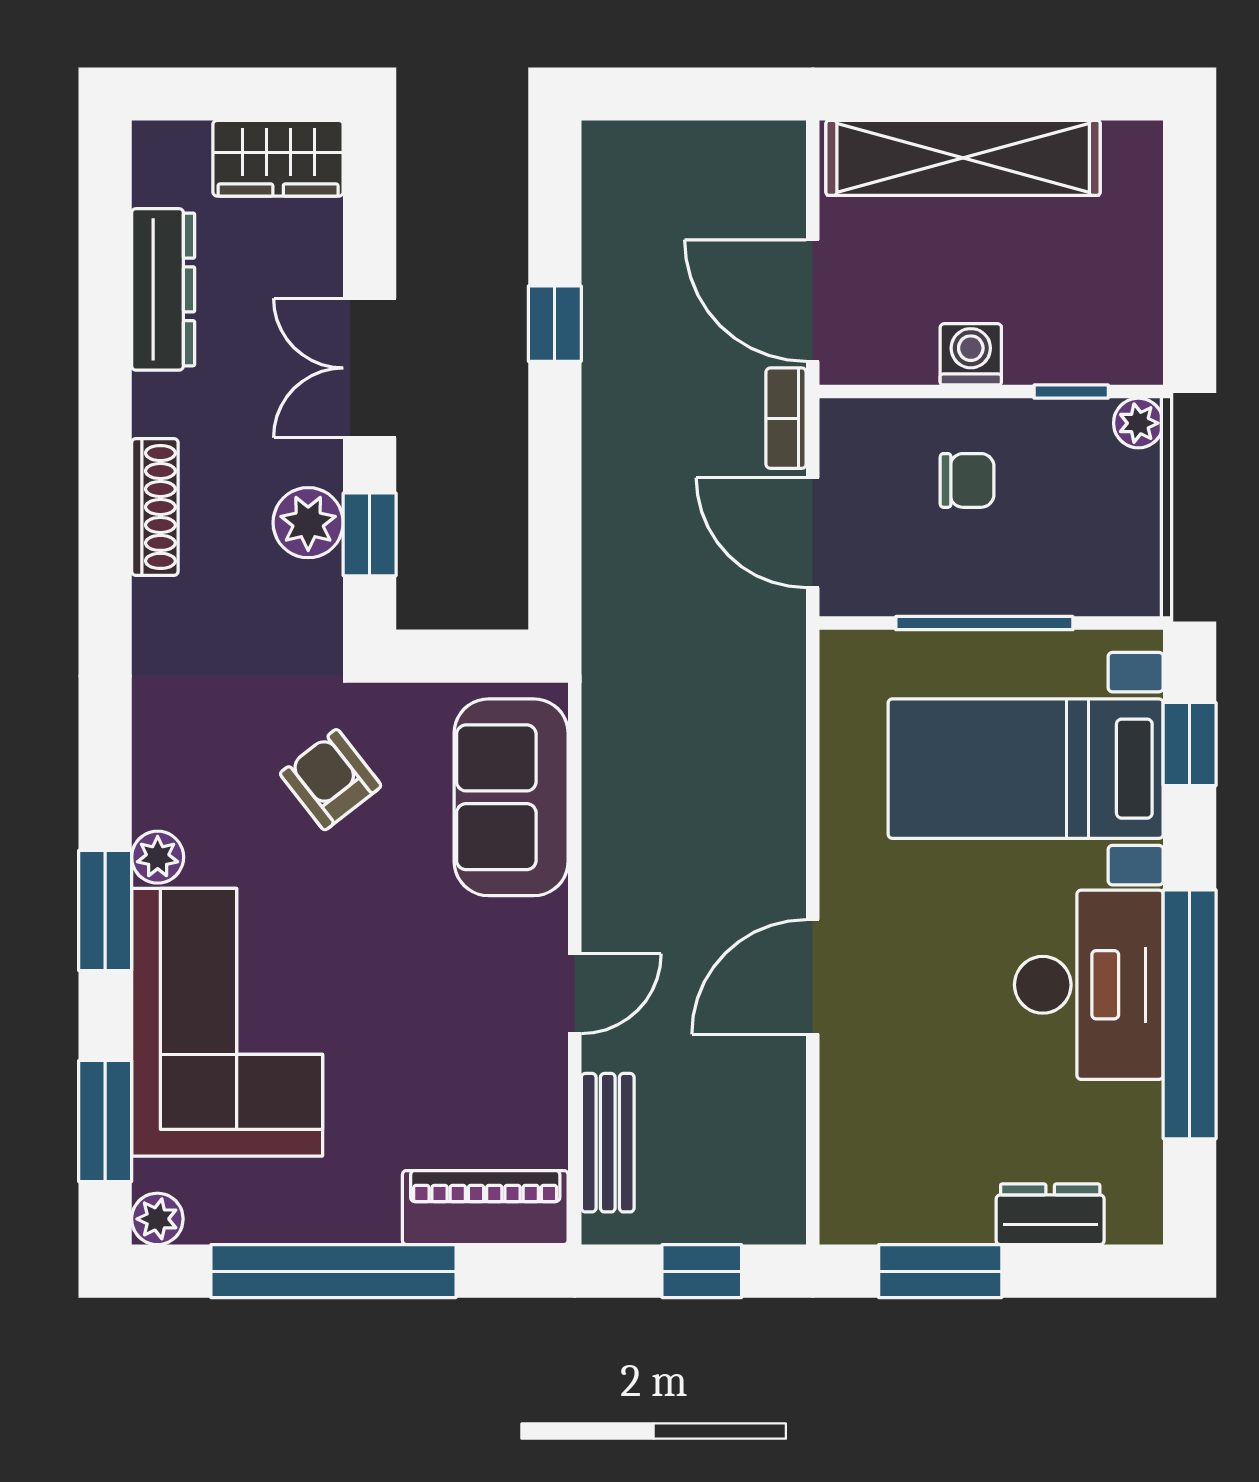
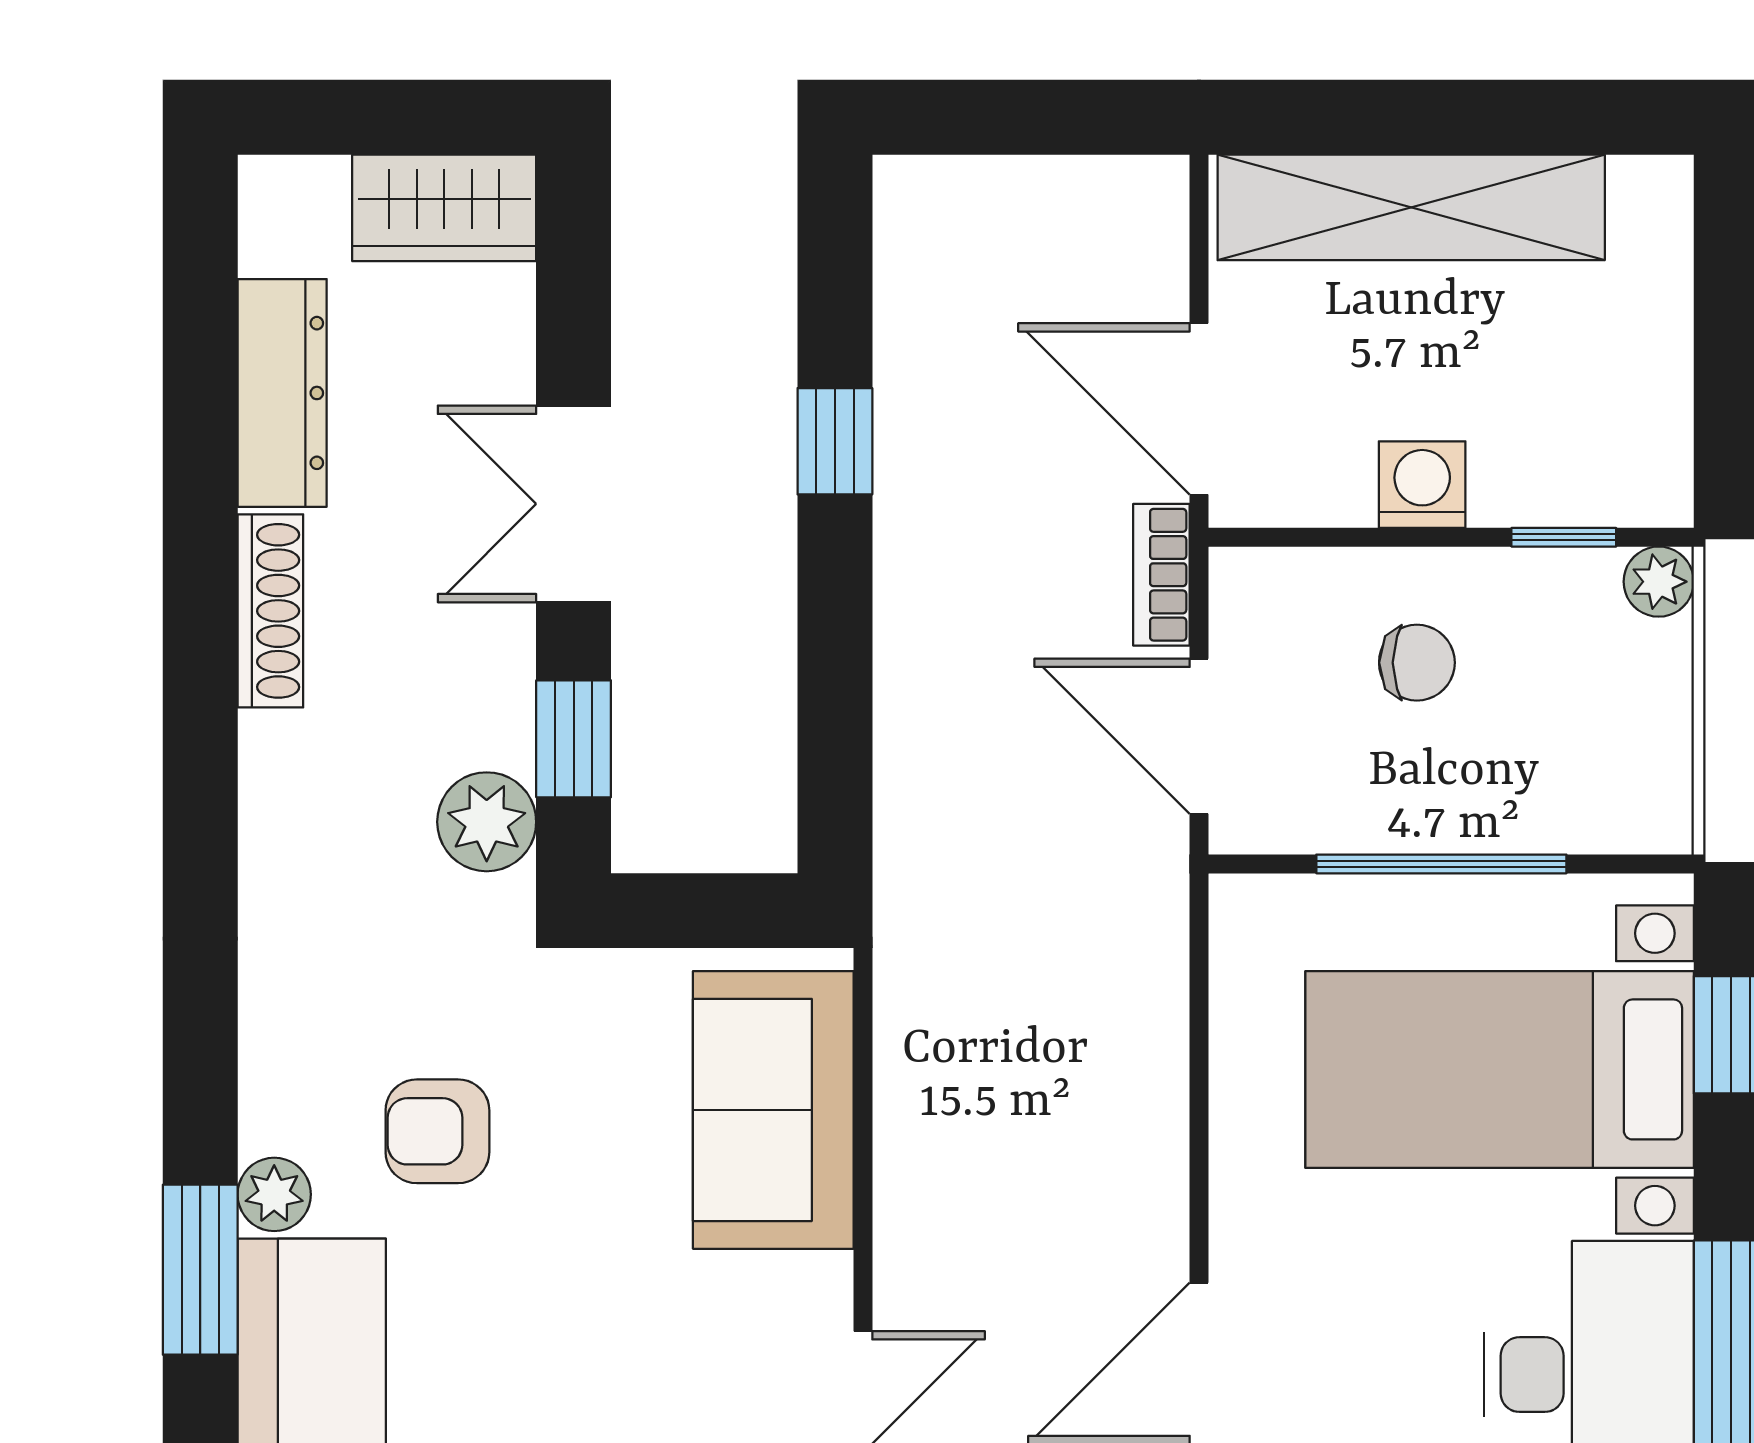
shoe rack: (155, 507) -> (270, 611), moved
plant: (308, 523) -> (487, 822), moved
armchair: (331, 780) -> (437, 1131), moved, turned -52

